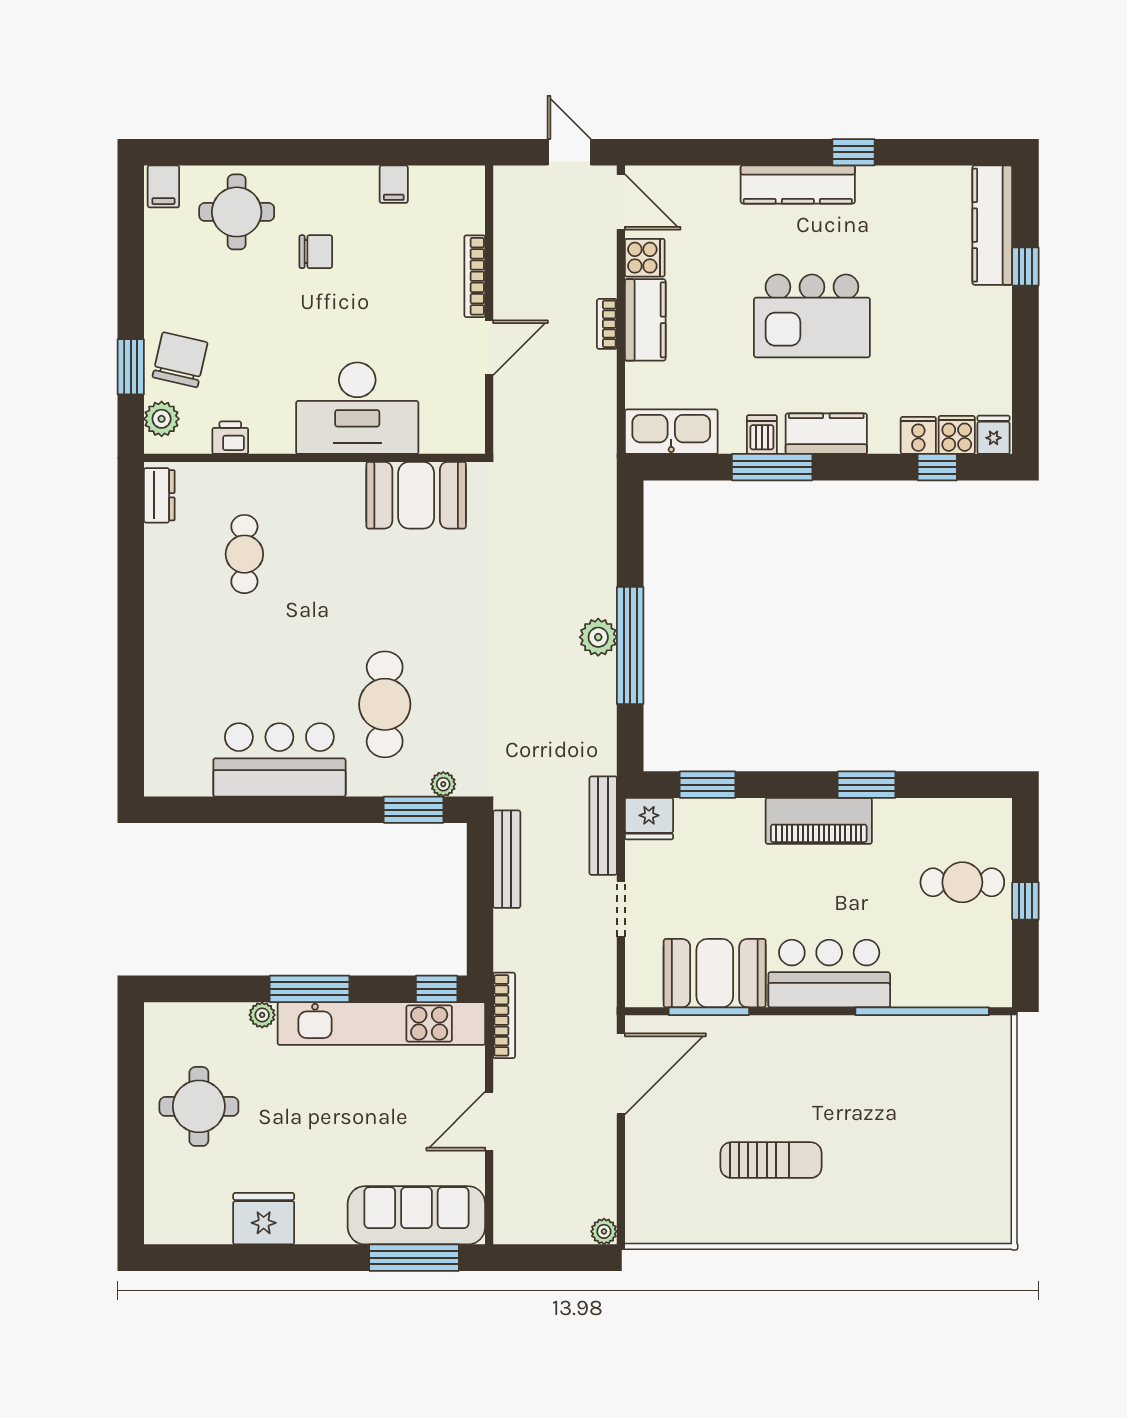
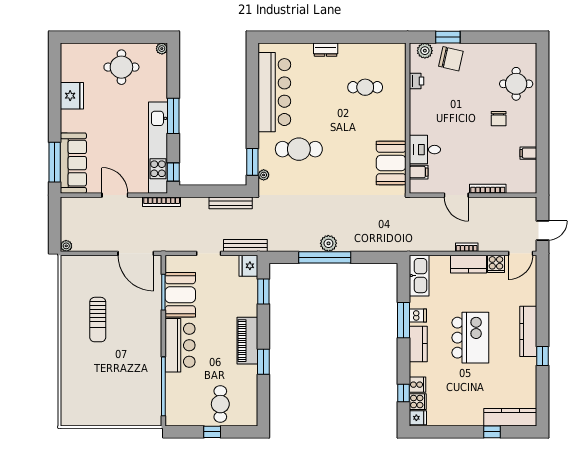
filing cabinet: (163, 186) -> (419, 172), moved, turned 180
kitchen island: (812, 316) -> (470, 338), turned 180
desk: (357, 408) -> (425, 150), width x0.53, depth x0.77
dresser: (159, 495) -> (326, 50), moved
bar counter: (279, 760) -> (274, 92), width x1.36
plant: (262, 1015) -> (162, 49), moved

